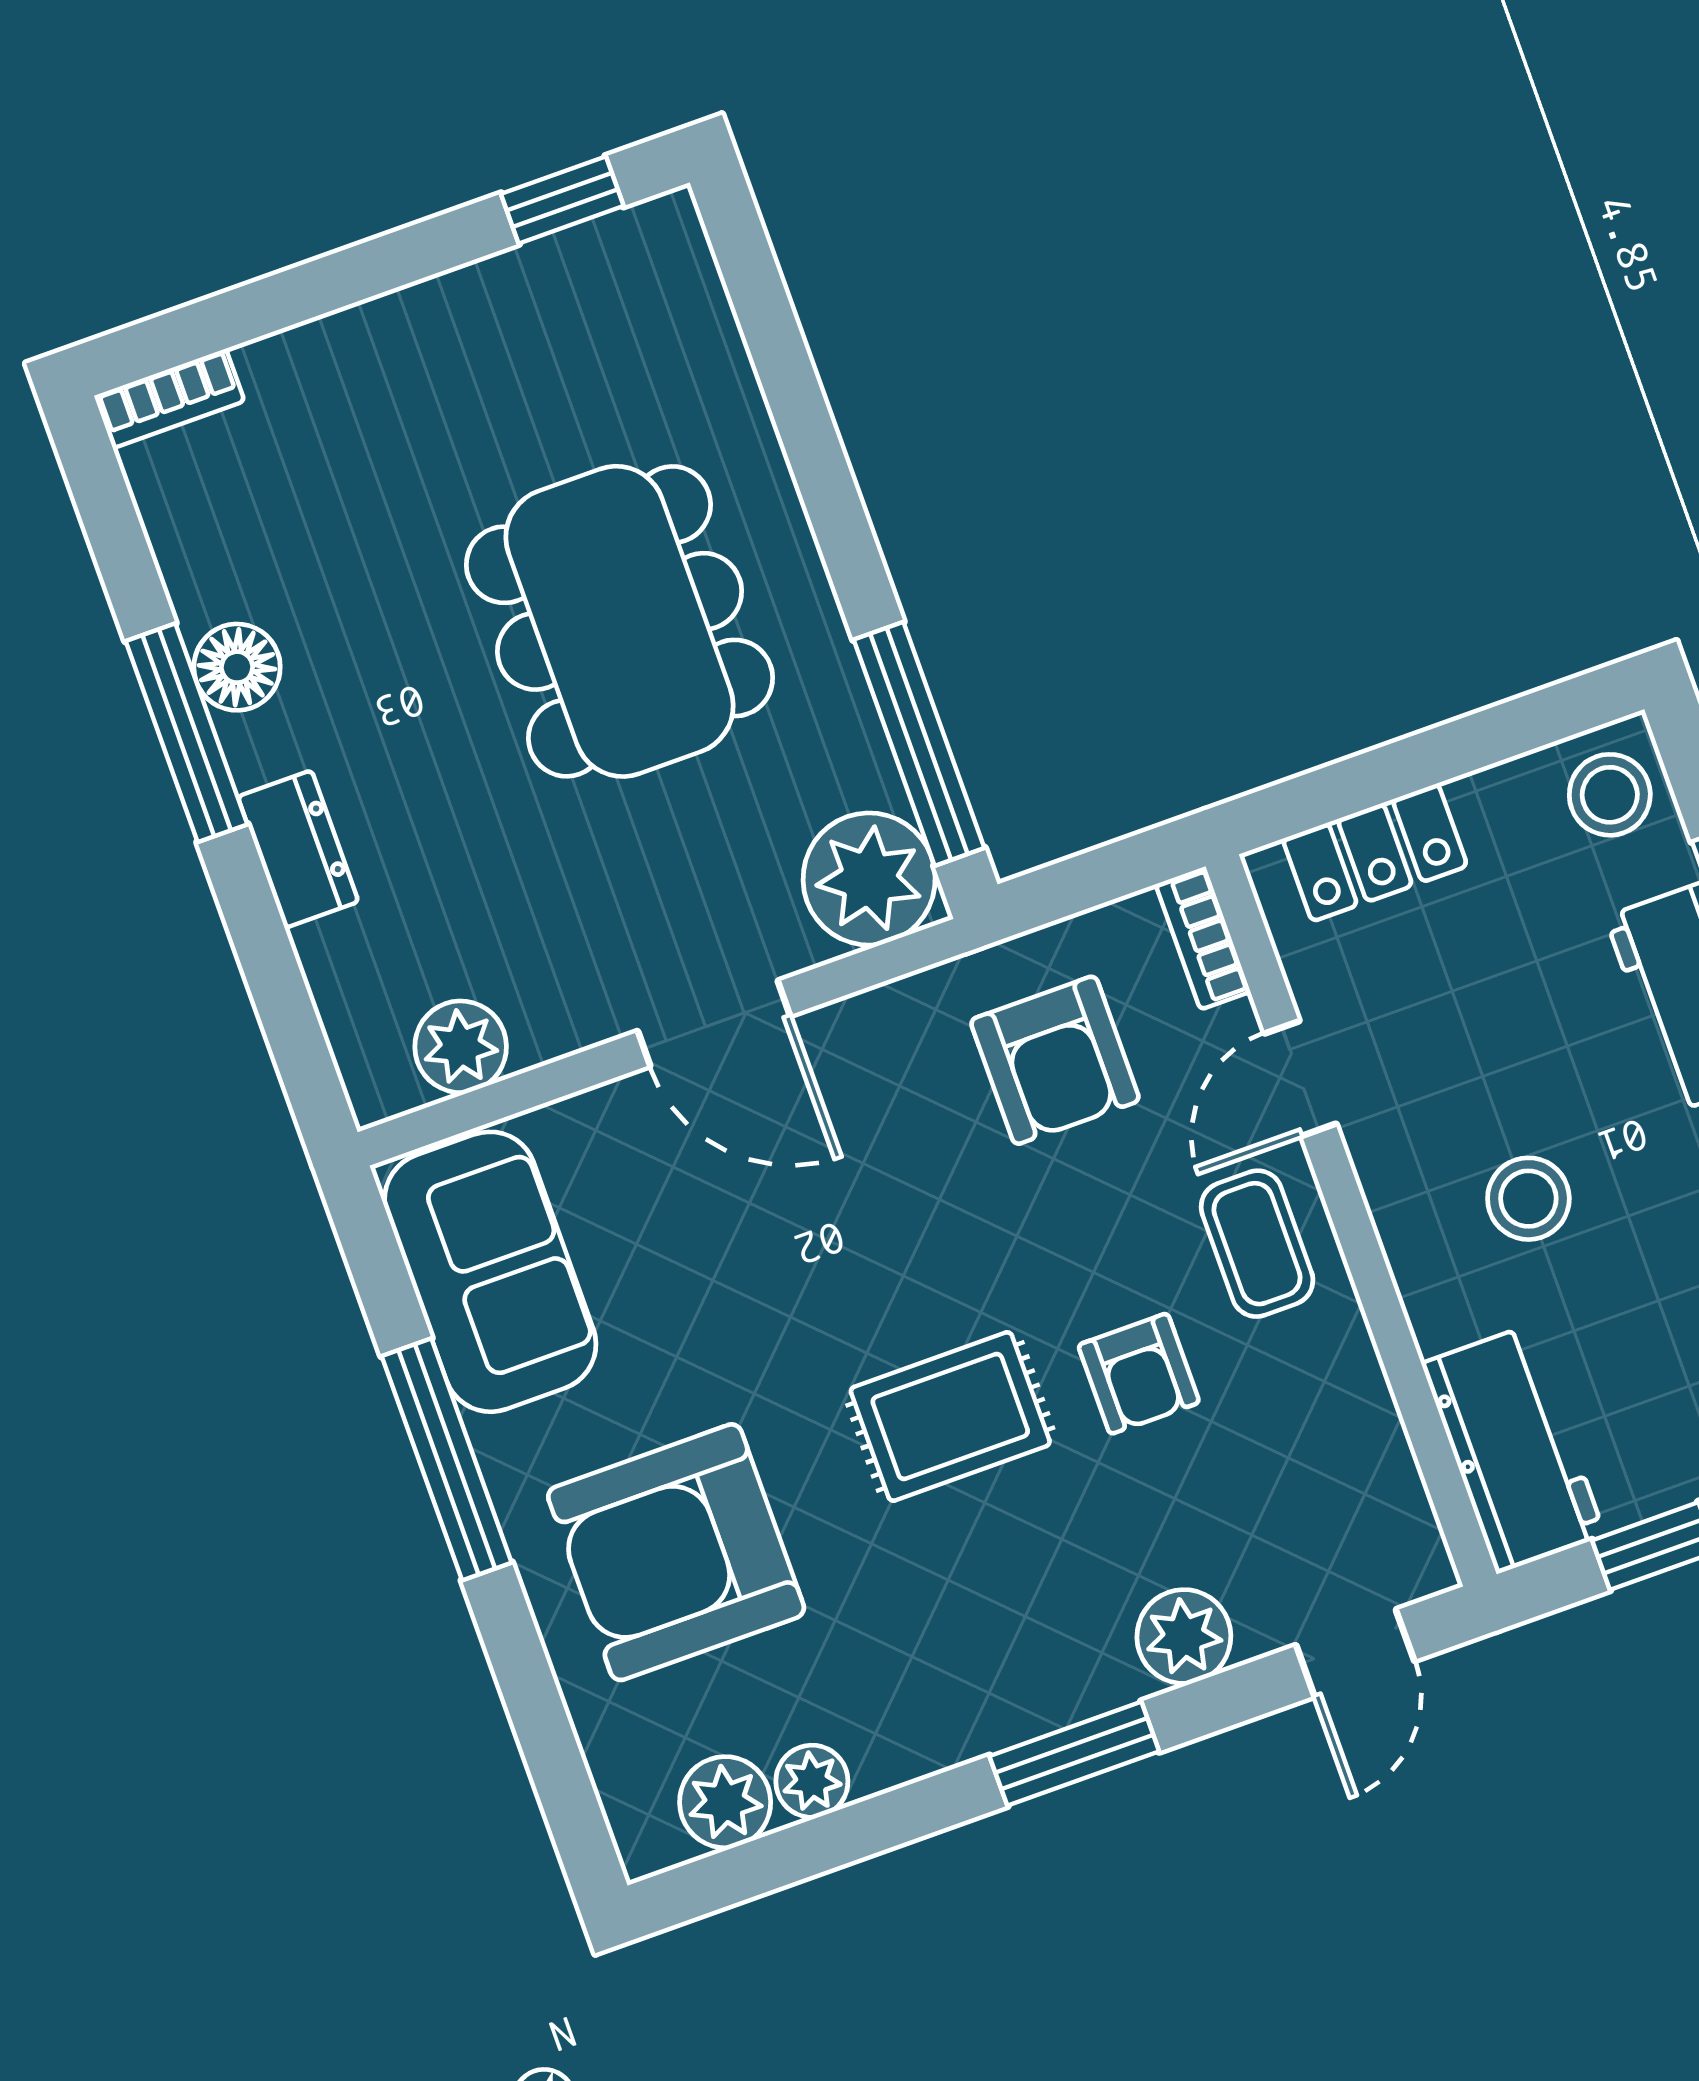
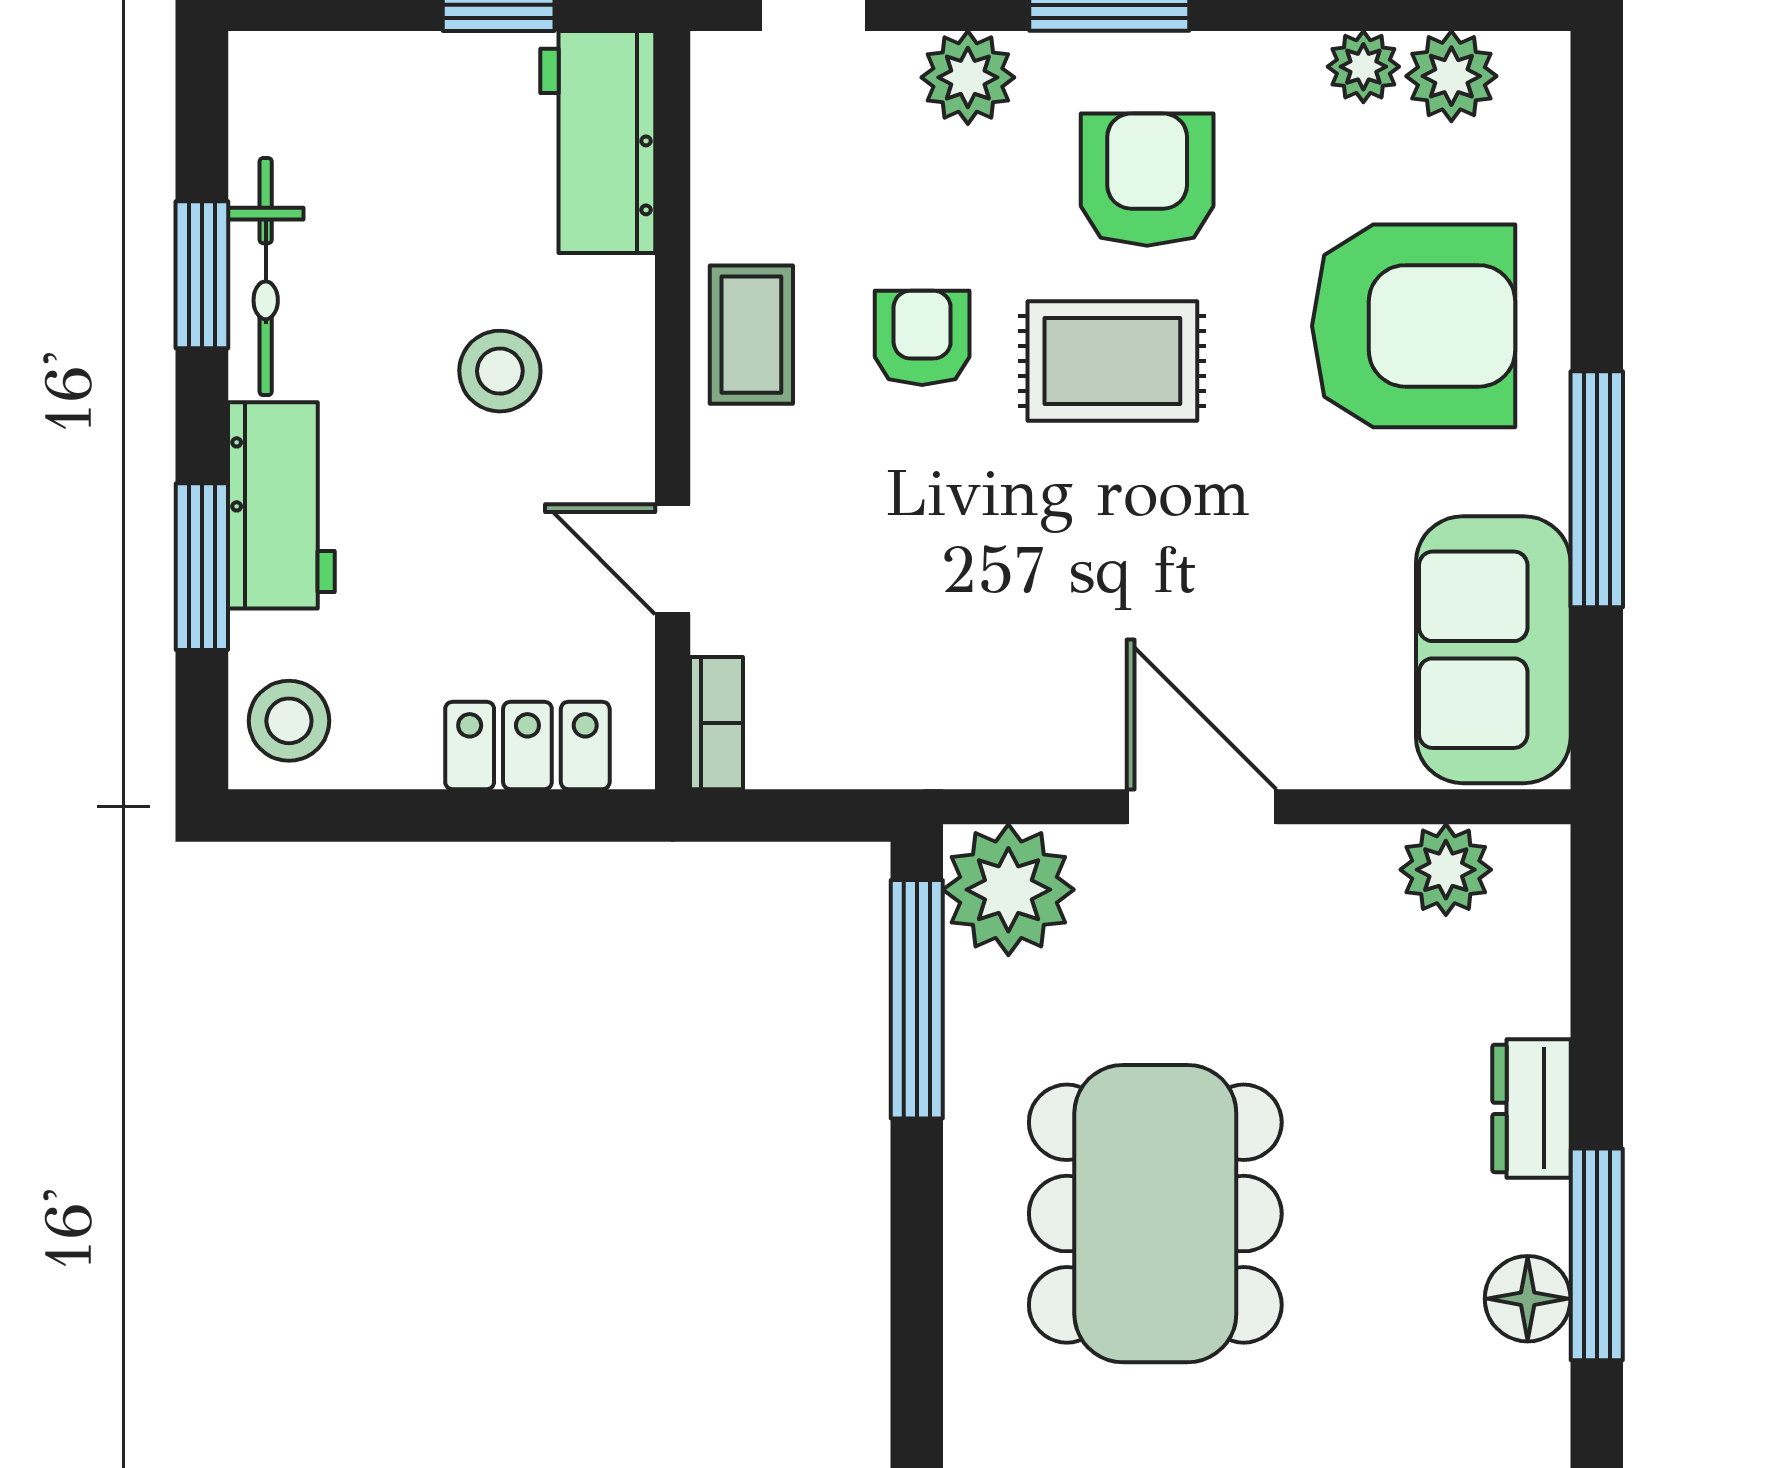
armchair: (1055, 1060) -> (1147, 180), moved
door: (1300, 1079) -> (673, 559), swing flipped
coffee table: (1257, 1244) -> (751, 335), moved

